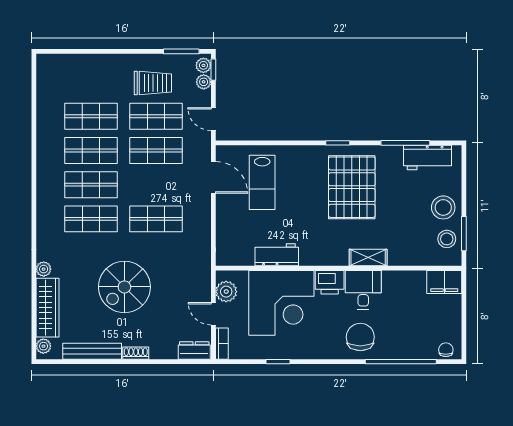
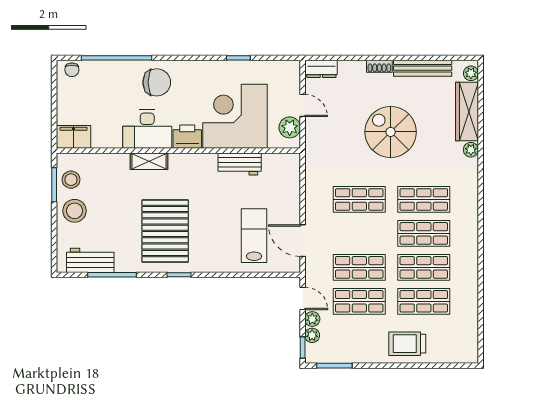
plant: (203, 65) -> (312, 319), moved
trolley: (153, 83) -> (407, 344), moved
spiral stairs: (124, 287) -> (391, 132), turned -90
desk: (363, 290) -> (147, 129), width x1.37
chair: (360, 337) -> (157, 82), turned -90
bookcase: (222, 344) -> (294, 76), removed

